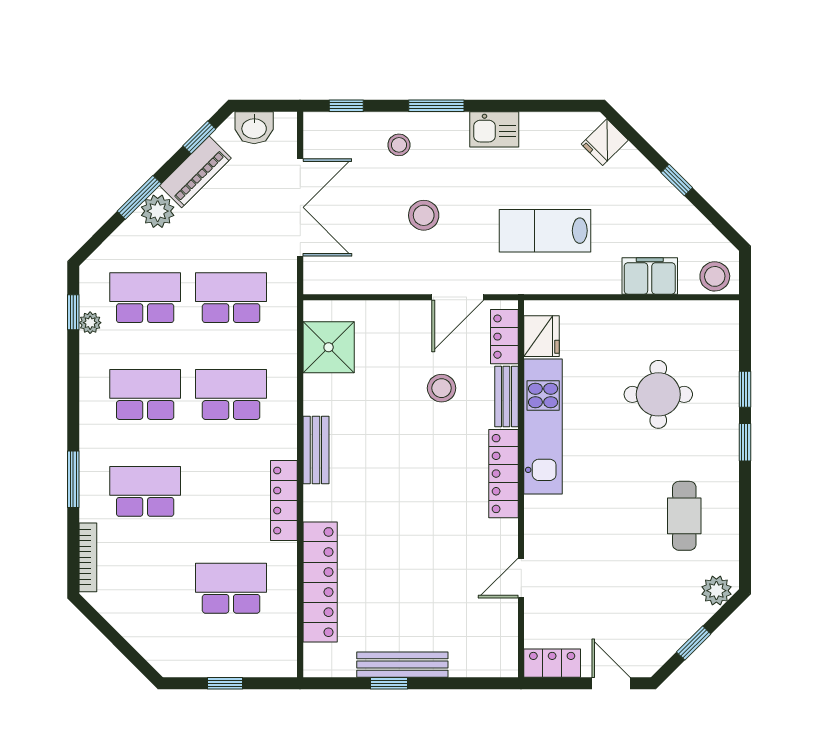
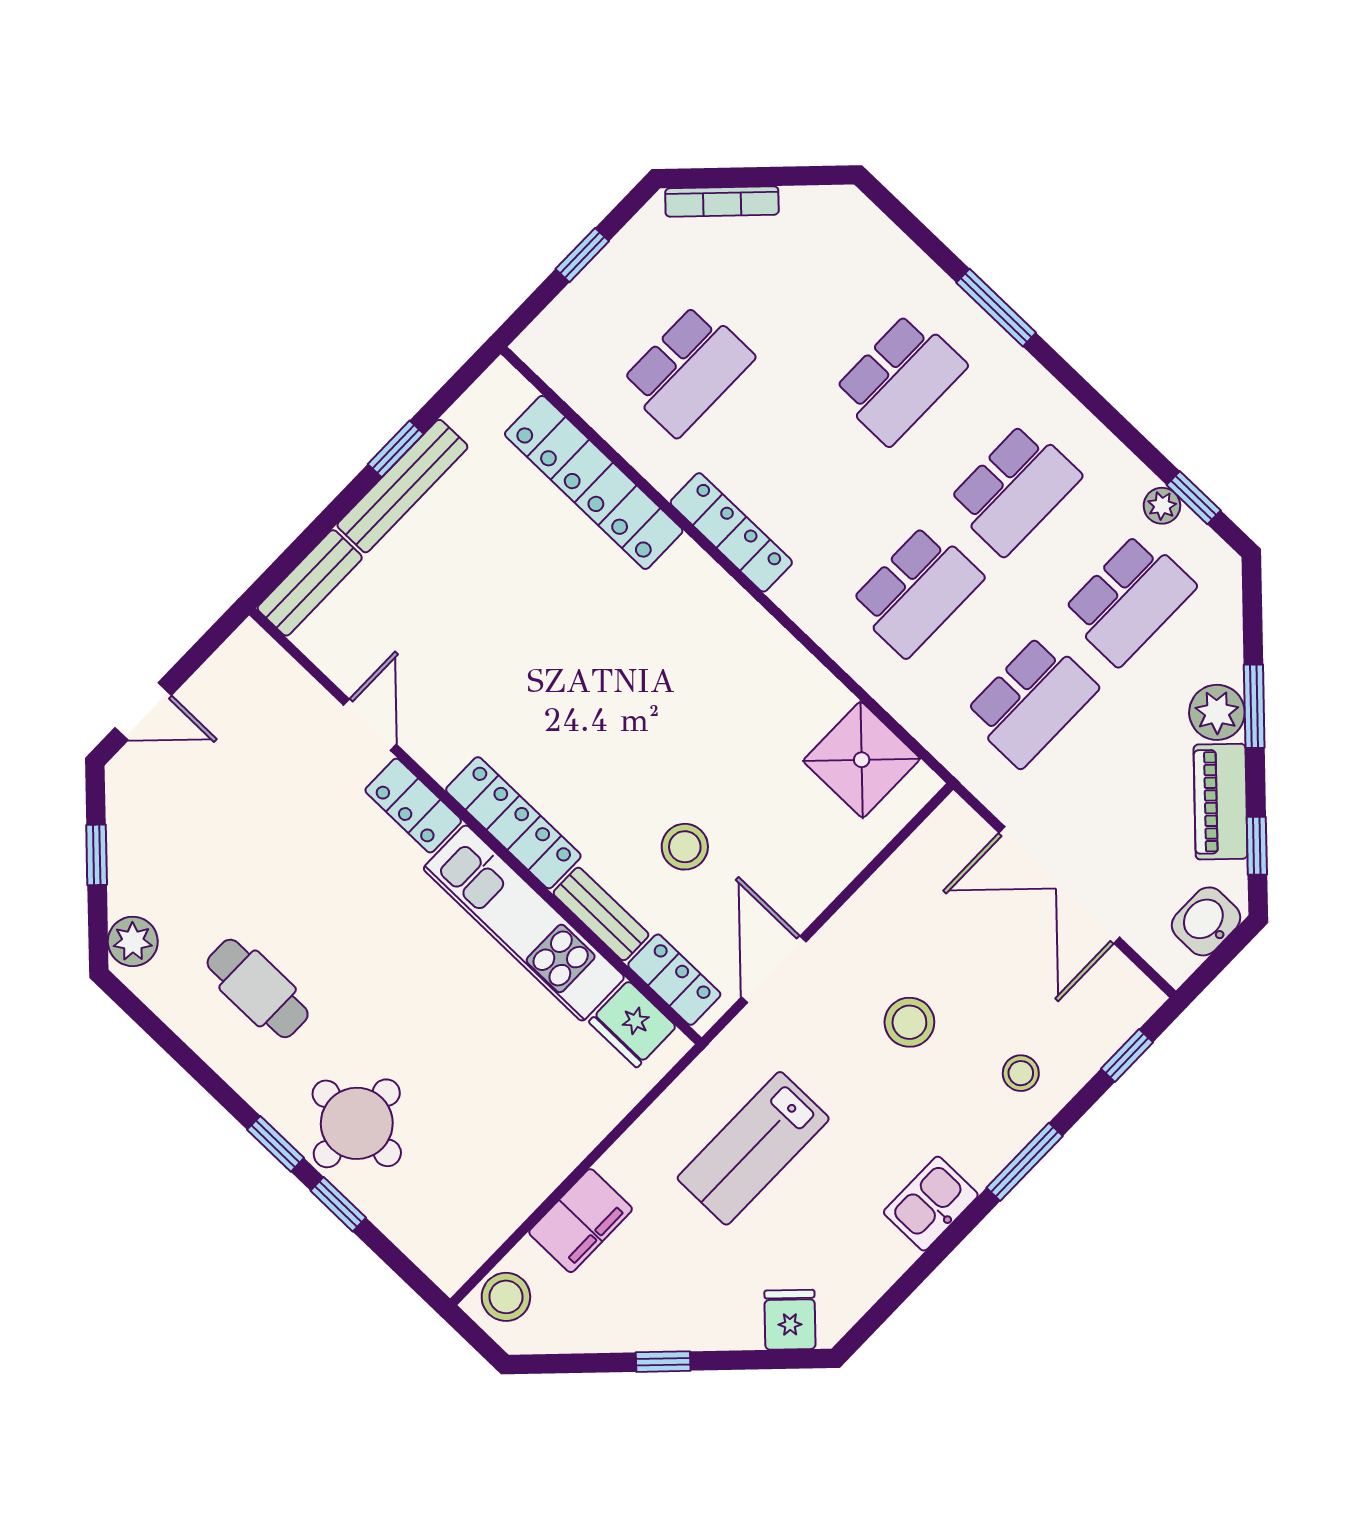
lab bench: (545, 231) -> (753, 1148), turned 180
round table: (658, 394) -> (357, 1123), moved
bench: (316, 450) -> (310, 583), moved, turned 90
bookcase: (88, 557) -> (722, 202), moved, turned -45
locker: (552, 663) -> (413, 806), moved, turned 90

